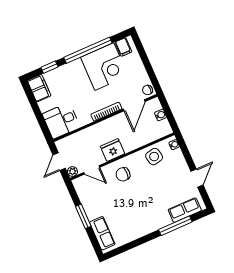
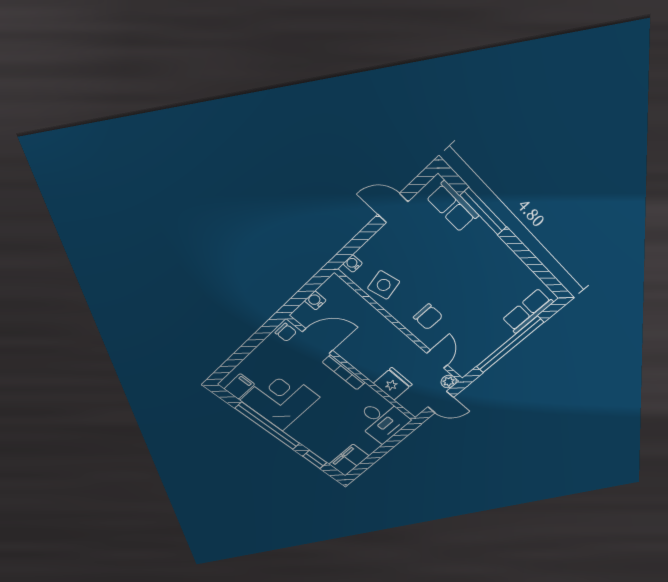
fridge: (113, 150) -> (393, 384), moved, turned 180
window: (83, 216) -> (510, 345), width x2.11

